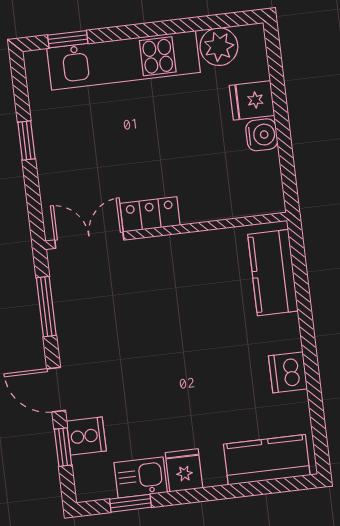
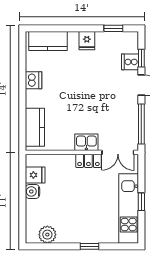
window: (68, 39) -> (90, 246), moved
kitchen unit: (124, 60) -> (129, 208), moved, turned -90
fridge: (252, 100) -> (35, 175), moved
window: (46, 307) -> (141, 124), width x1.44
kitchen sink: (141, 477) -> (86, 142), moved, turned 180

